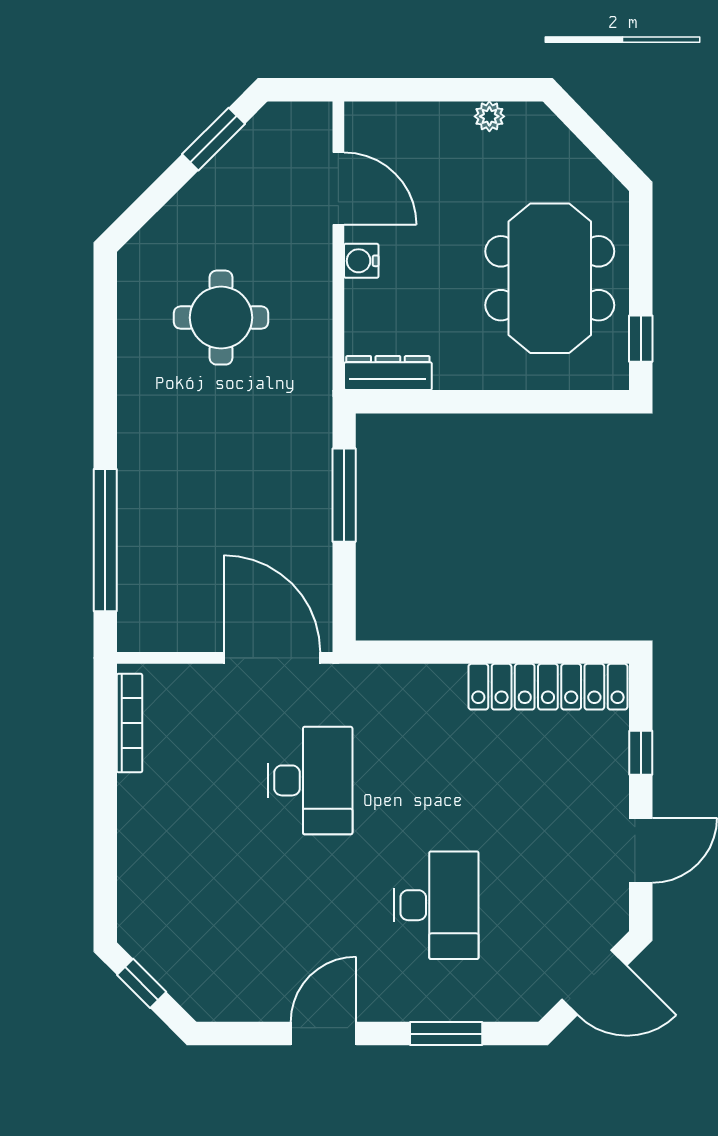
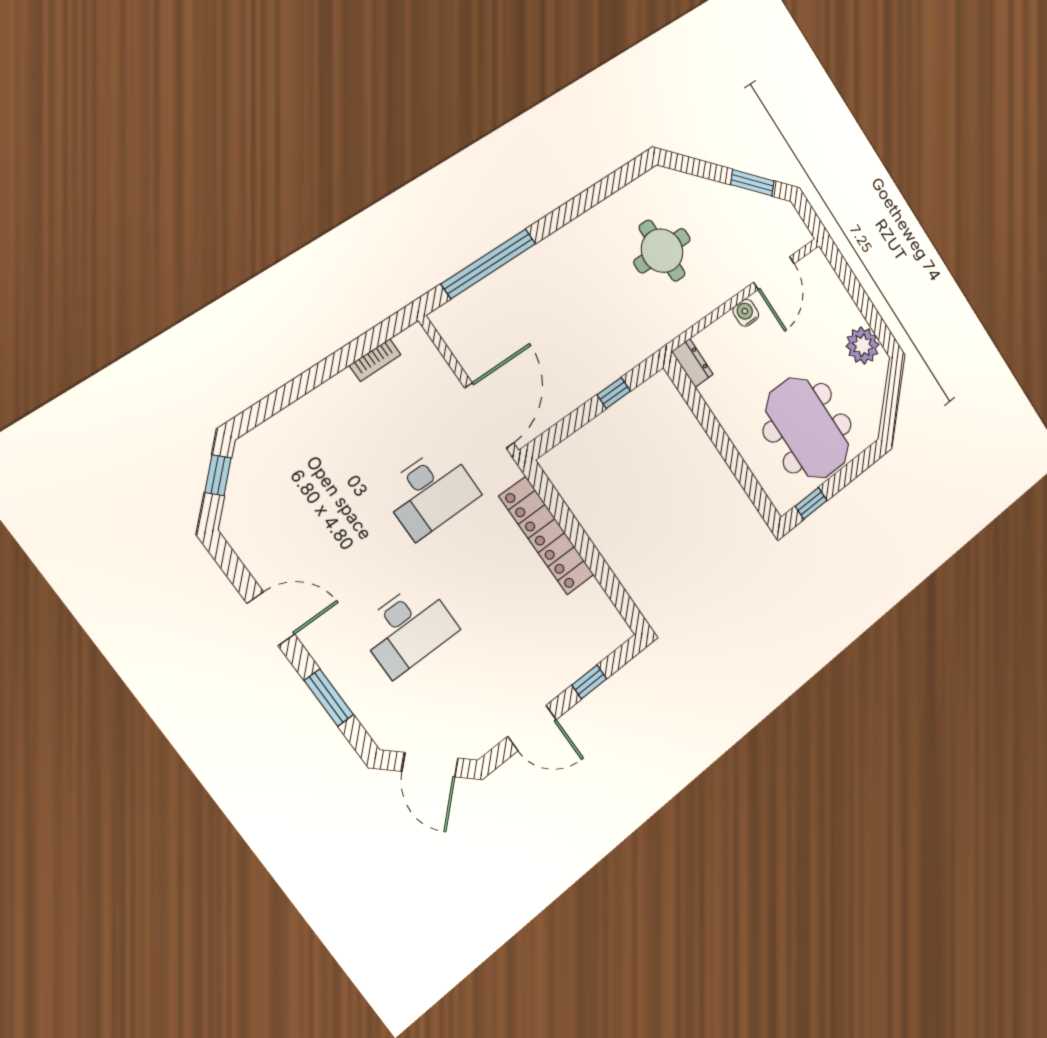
plant: (489, 116) -> (863, 345), width x1.88, depth x1.88
meeting table: (550, 278) -> (807, 428), turned 90
dresser: (388, 373) -> (692, 363), width x0.70
window: (344, 495) -> (614, 393), width x0.46
locker: (548, 687) -> (547, 536), moved
bookcase: (129, 723) -> (375, 360), width x0.64

